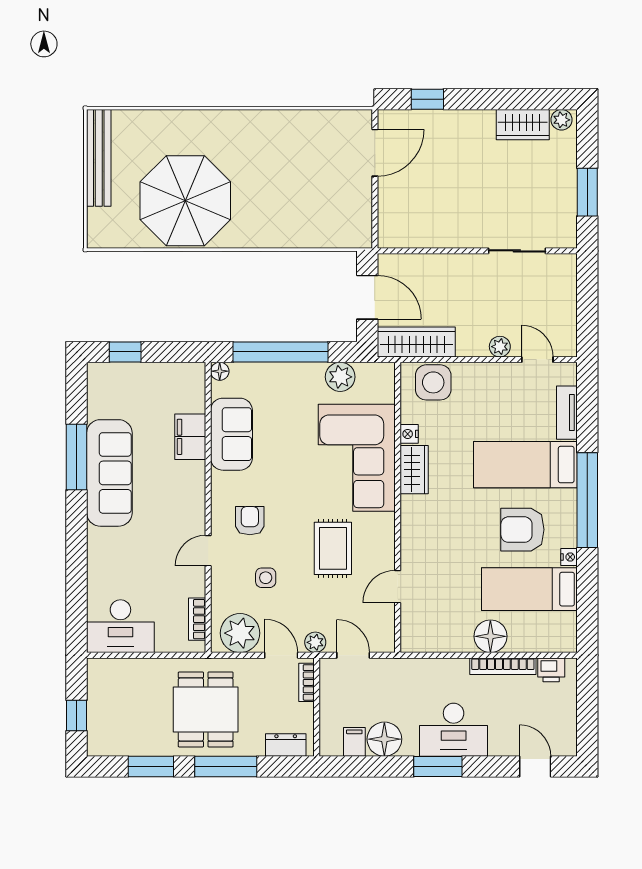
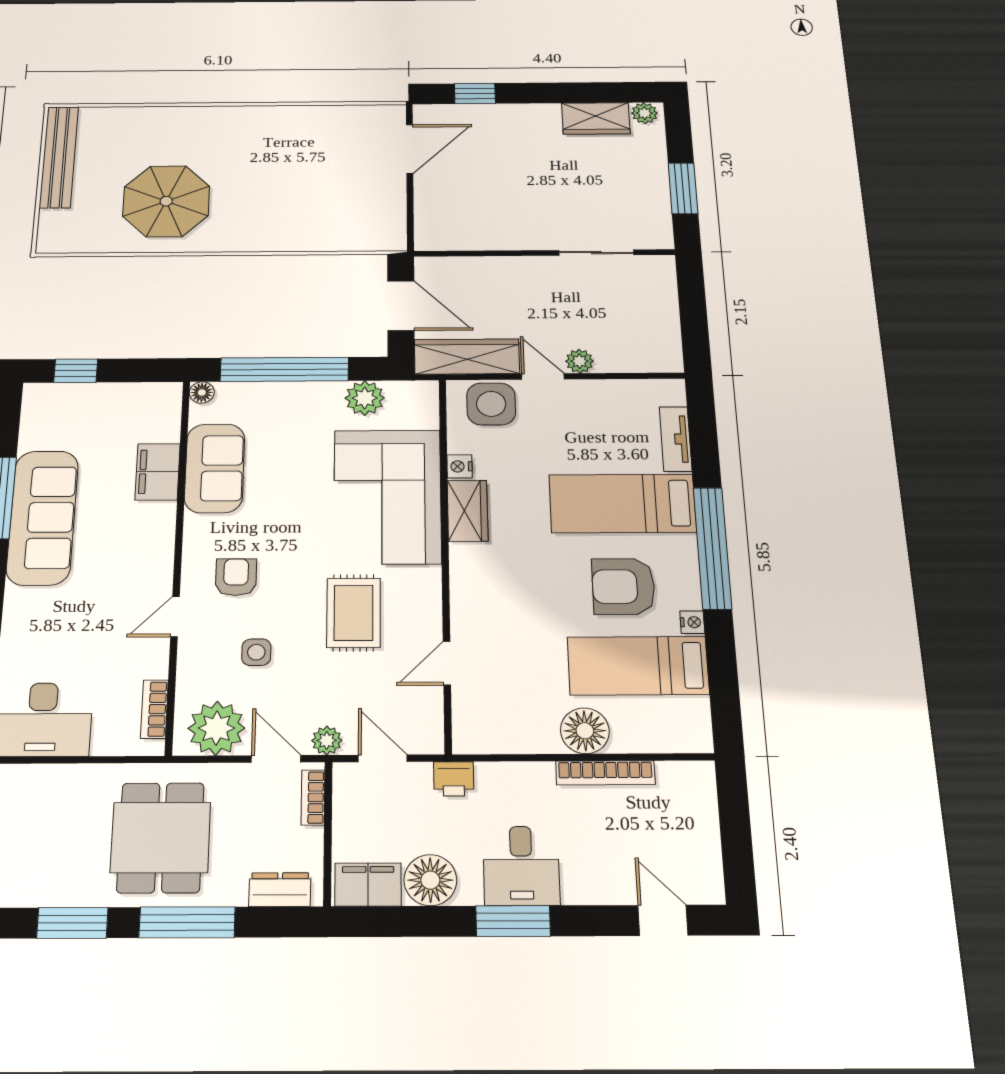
parasol: (185, 201) -> (166, 201), width x0.73, depth x0.73
door: (537, 360) -> (543, 377), moved
printer: (551, 670) -> (454, 779), moved
desk: (454, 730) -> (521, 866), width x0.73
filing cabinet: (354, 742) -> (368, 885), width x2.00

